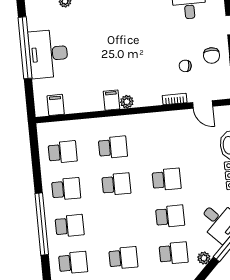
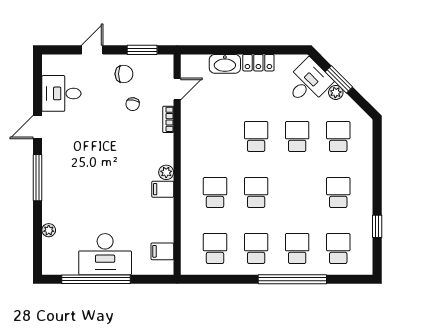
plant: (204, 258) -> (336, 92), moved

